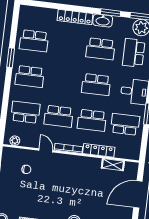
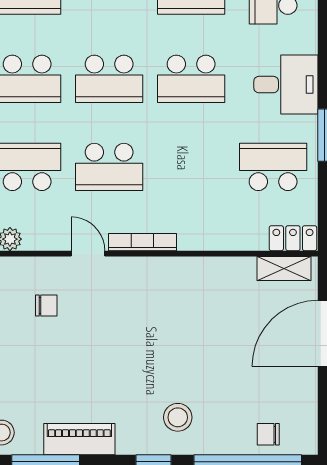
school desk: (92, 120) -> (109, 79), moved
locker: (99, 150) -> (293, 238), moved, width x0.66
shelving: (113, 165) -> (284, 269), moved

